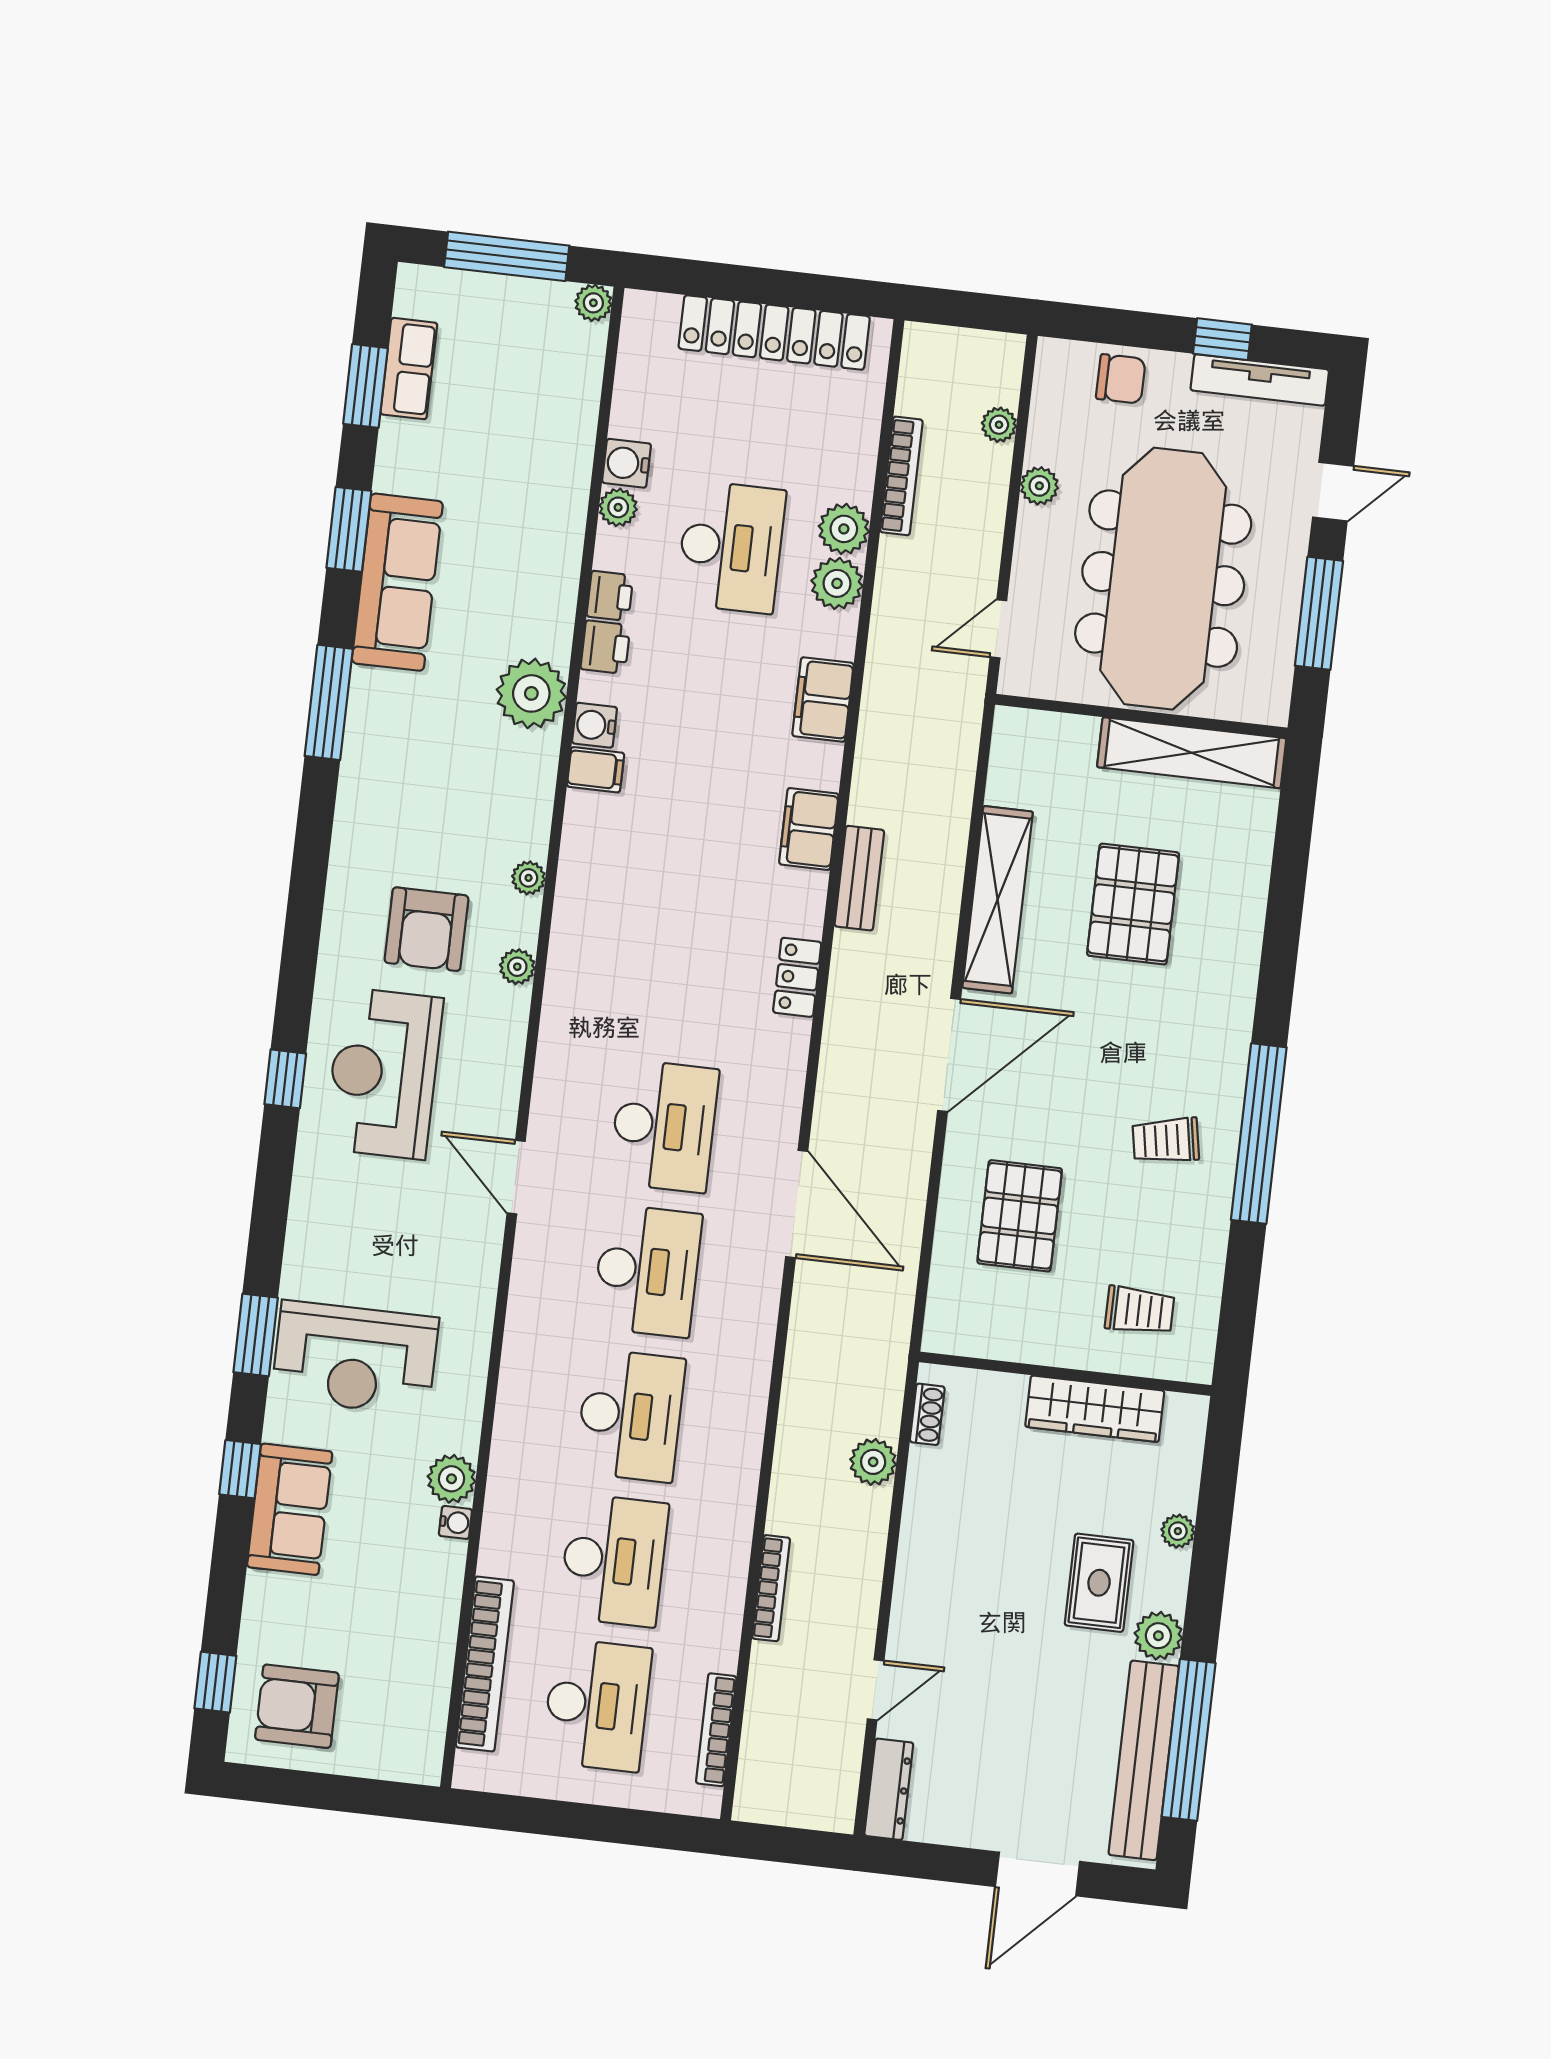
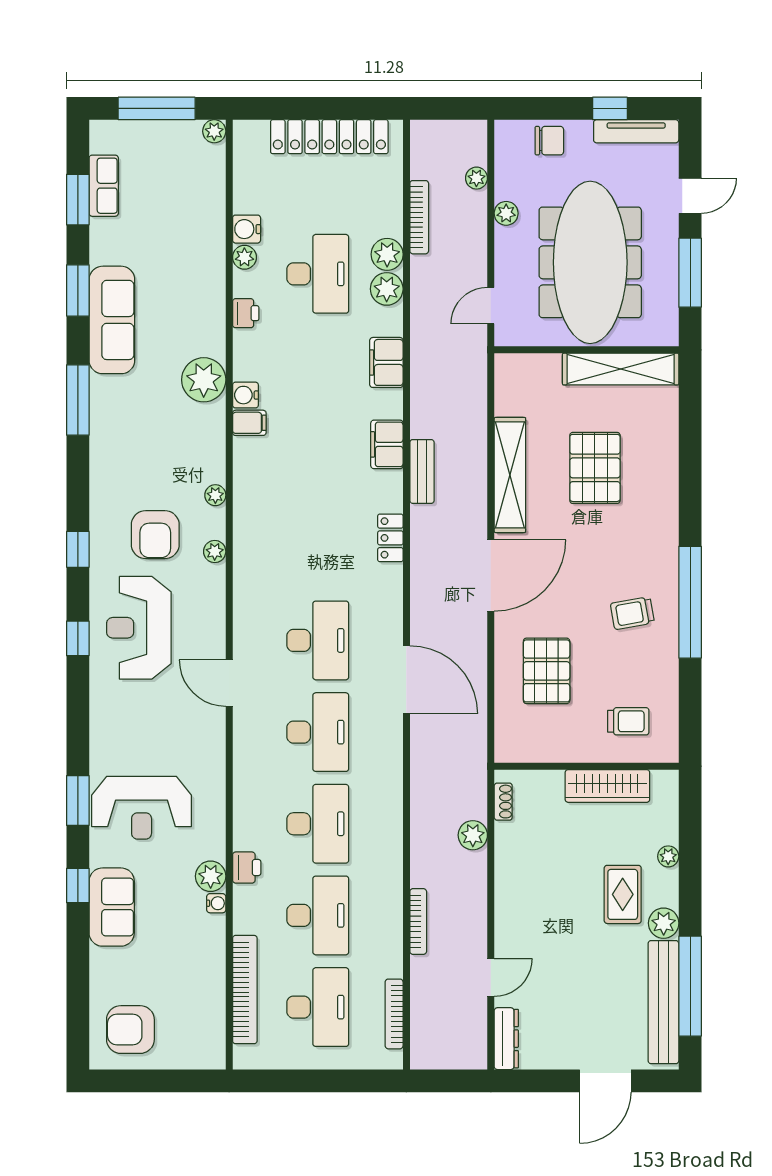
printer: (605, 647) -> (247, 868), moved
window: (215, 1682) -> (78, 549), moved

